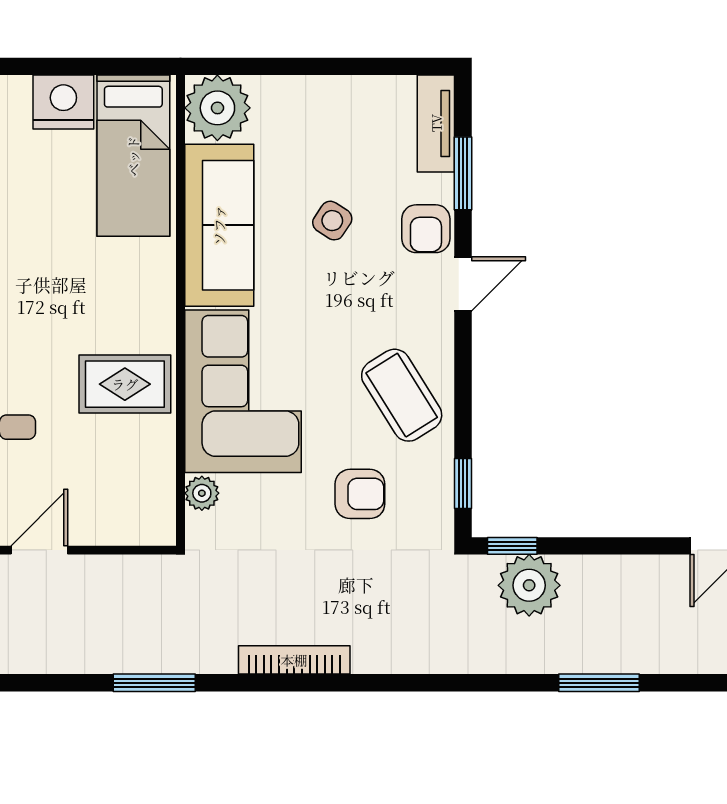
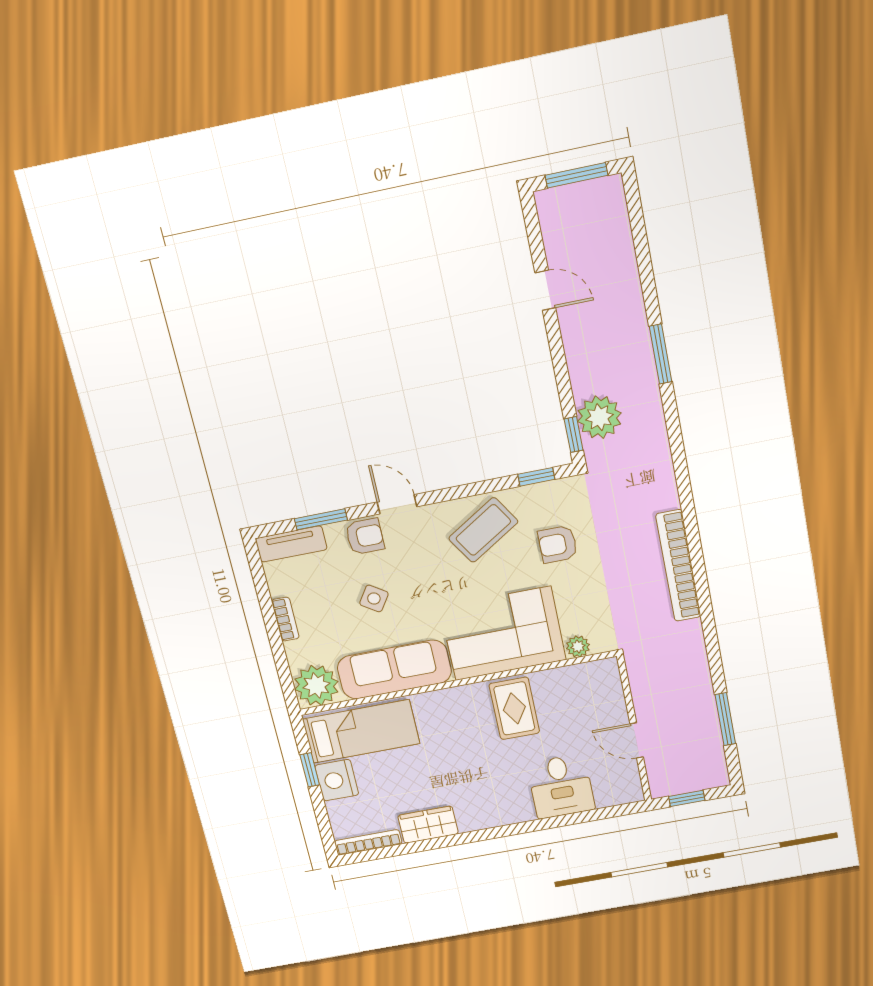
window: (88, 66) -> (310, 770), added
bookcase: (327, 88) -> (285, 619), added
armchair: (360, 494) -> (558, 544), turned -90
bookcase: (294, 660) -> (678, 566), width x1.48, depth x1.31
window: (154, 683) -> (725, 719), moved

